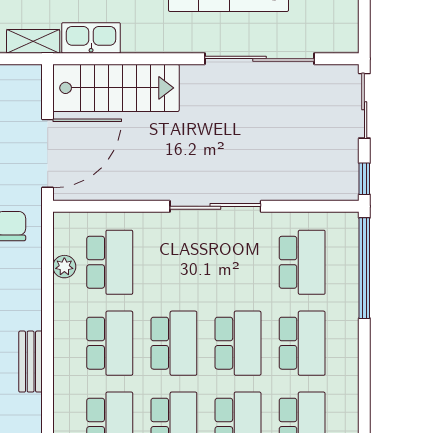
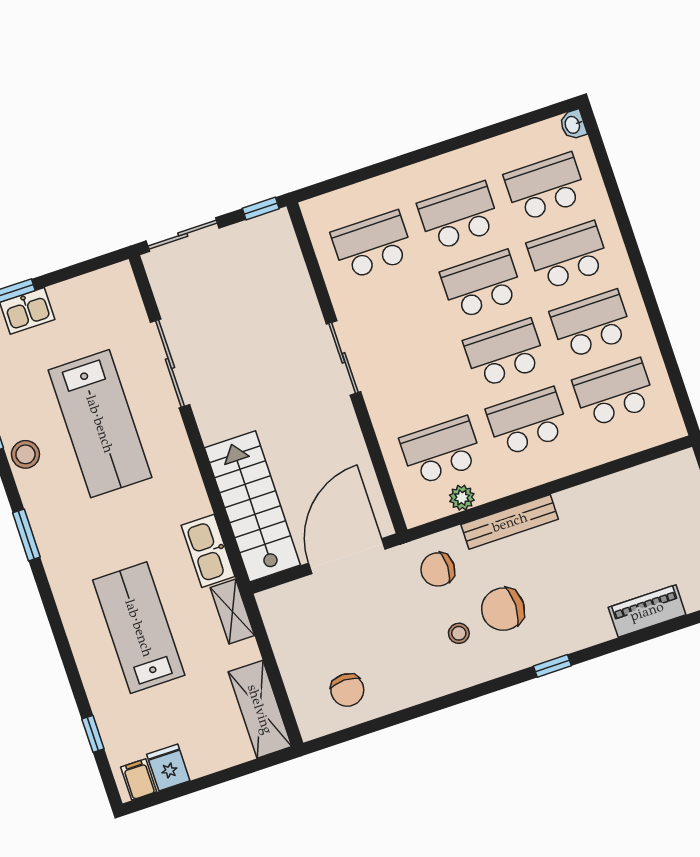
sliding door: (259, 59) -> (170, 363), width x0.73
door: (48, 153) -> (347, 556), hinge flipped
sliding door: (215, 206) -> (343, 358), width x0.73
window: (364, 268) -> (356, 177), removed
bench: (31, 362) -> (510, 522), moved, width x1.36

